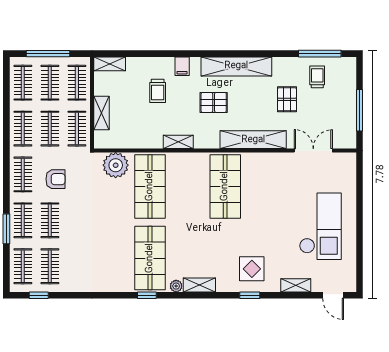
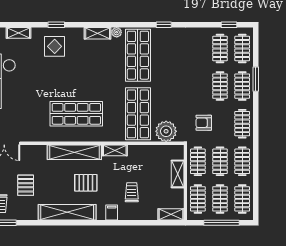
shelving: (253, 140) -> (74, 152), moved
armchair: (55, 179) -> (204, 123), moved
shop shelf: (225, 186) -> (76, 114), turned 90
window: (147, 295) -> (164, 25), moved

